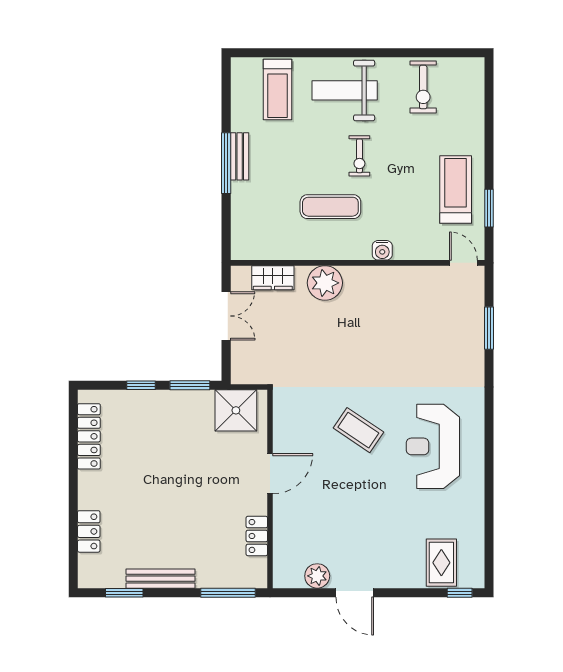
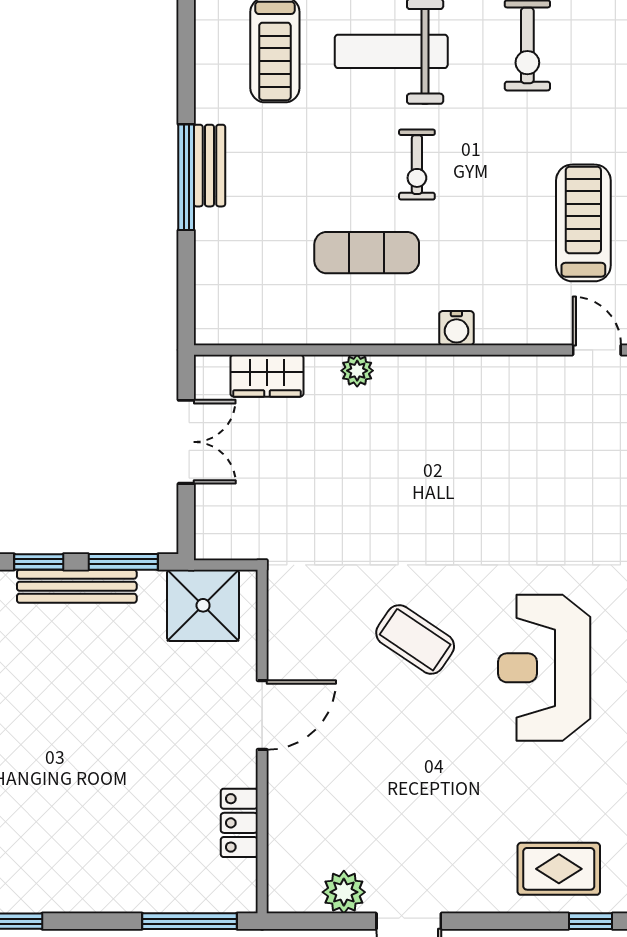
plant: (325, 283) -> (357, 371), width x0.53, depth x0.53
rug: (441, 563) -> (559, 869), turned 90
bench: (160, 579) -> (77, 586), moved

